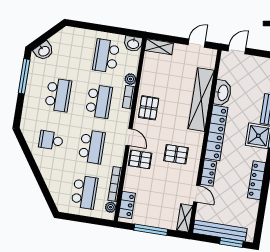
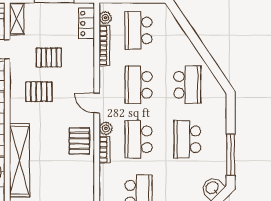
plant: (130, 79) -> (106, 128), moved
school desk: (51, 140) -> (187, 85), width x1.85
pallet: (140, 159) -> (49, 58), moved

